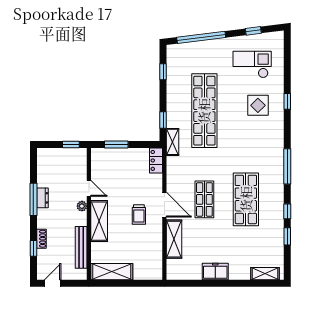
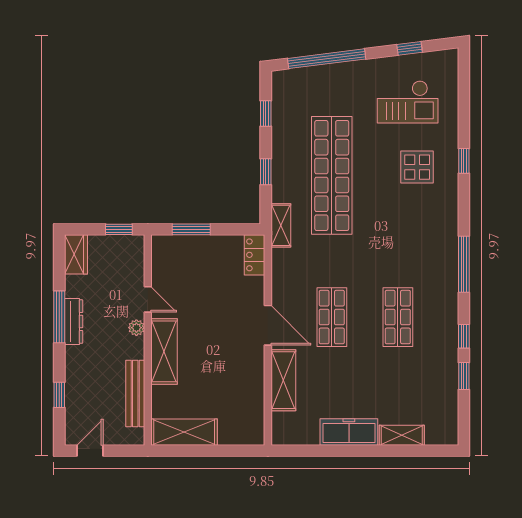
checkout: (252, 64) -> (408, 102), turned 180
window: (163, 120) -> (266, 172), moved
wardrobe: (44, 160) -> (76, 254), added
dresser: (42, 198) -> (74, 322), width x1.44
shop shelf: (246, 199) -> (398, 317), width x0.70, depth x0.74
trolley: (139, 215) -> (227, 341), removed
shoe rack: (41, 239) -> (72, 380), removed
freezer: (215, 272) -> (349, 432), width x1.40
shelving: (265, 274) -> (402, 435), moved

